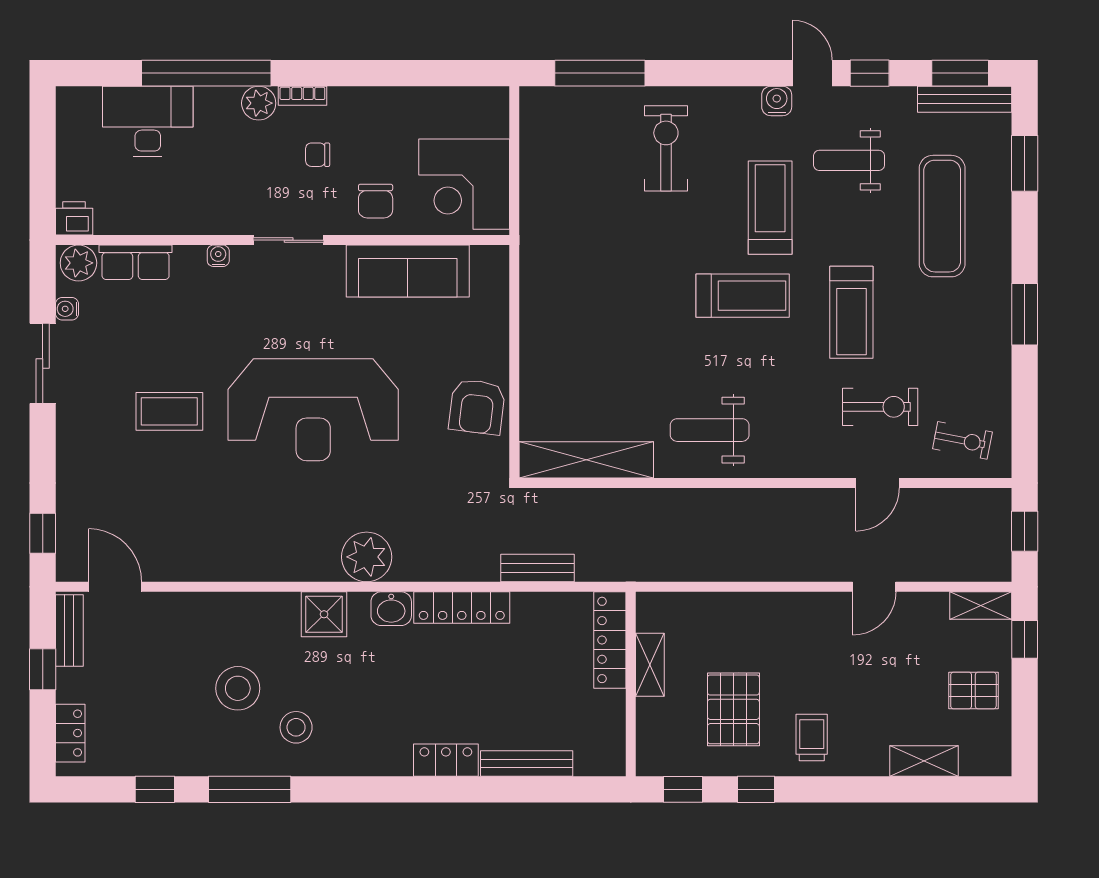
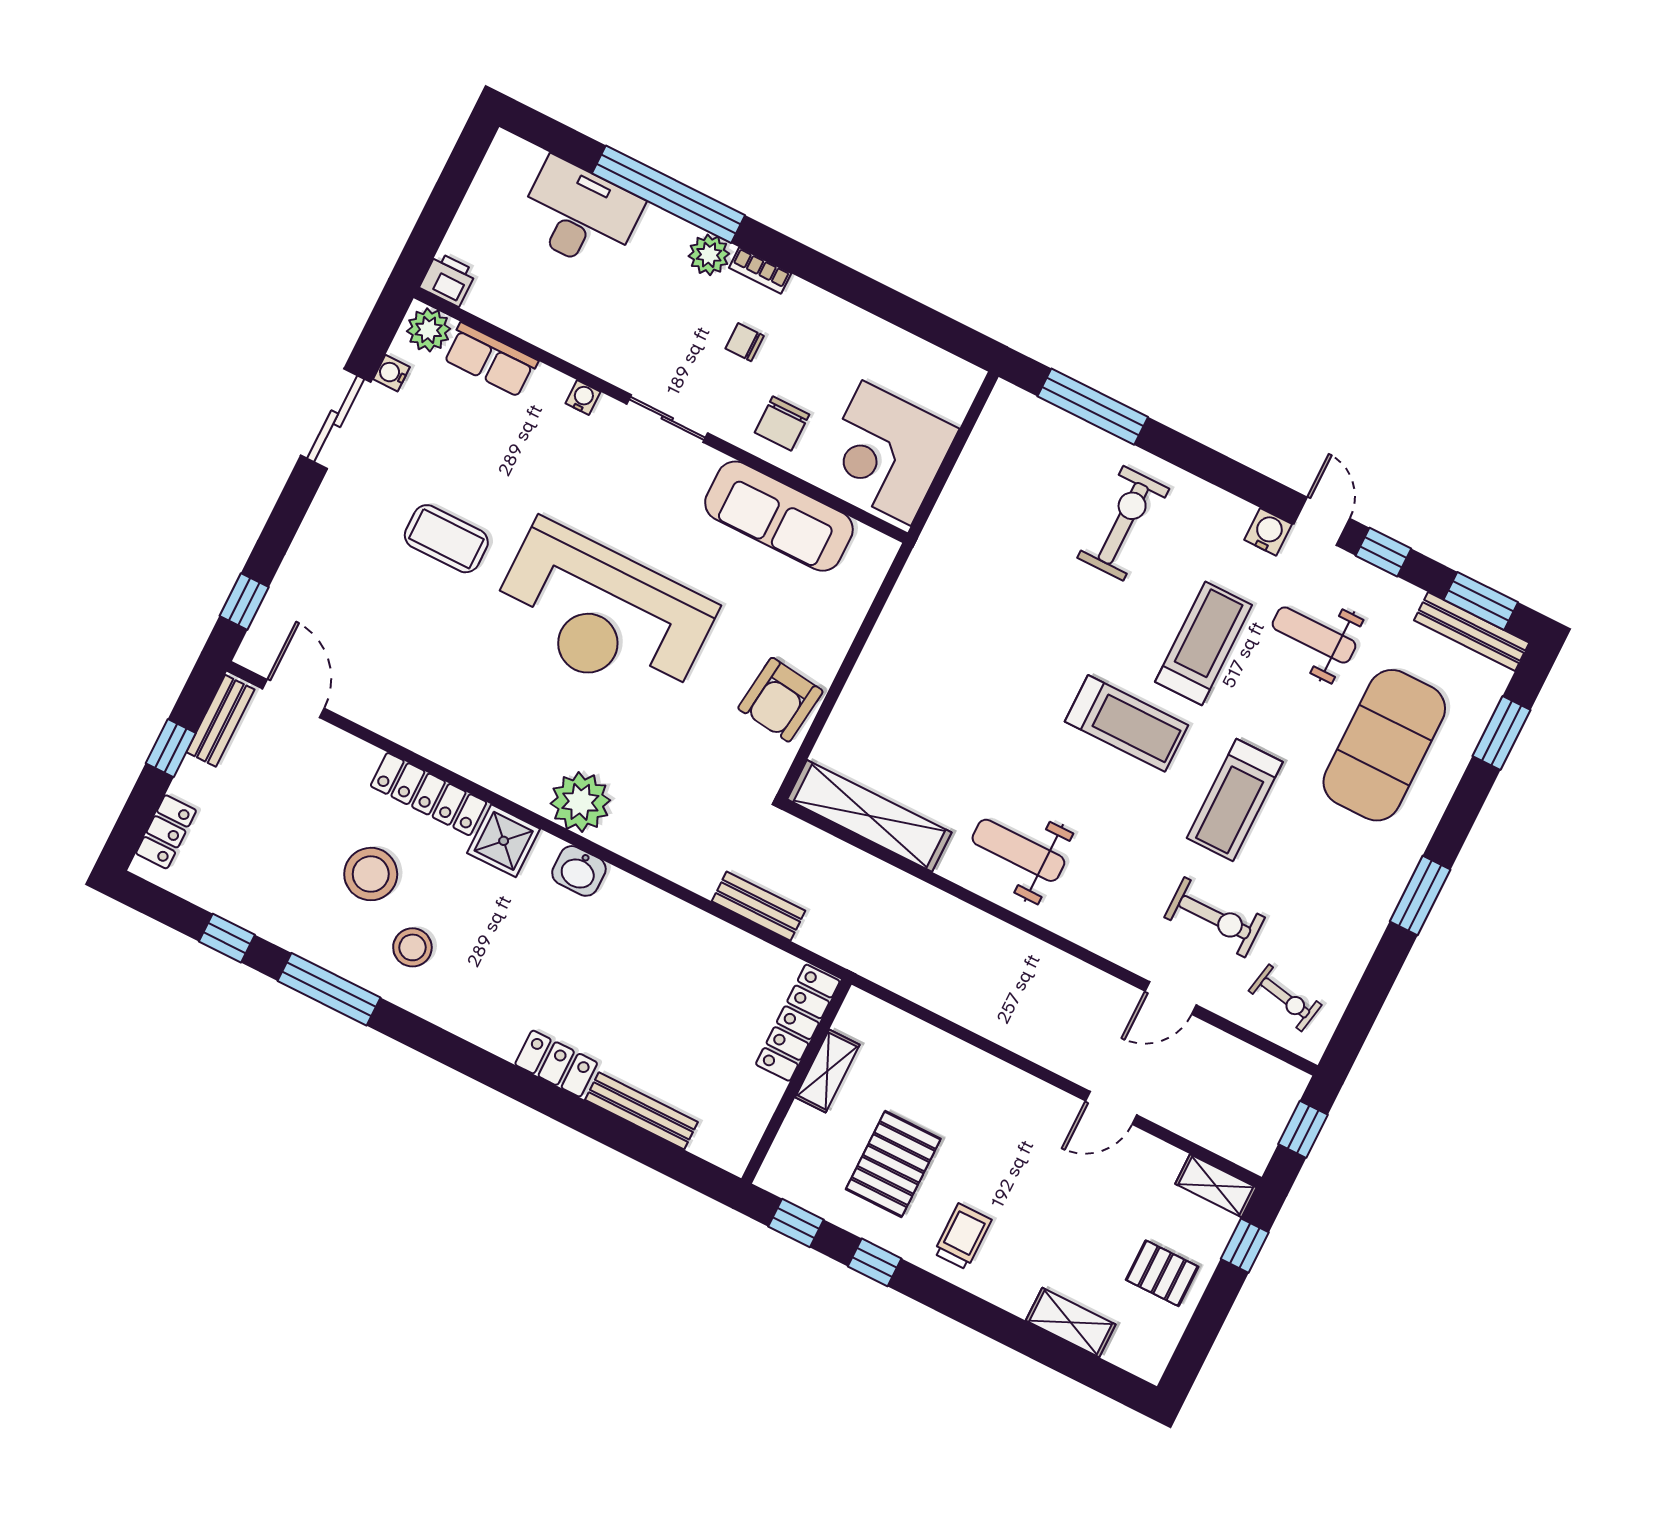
exercise mat: (942, 216) -> (1384, 745), width x1.47
locker: (462, 607) -> (429, 794), moved

